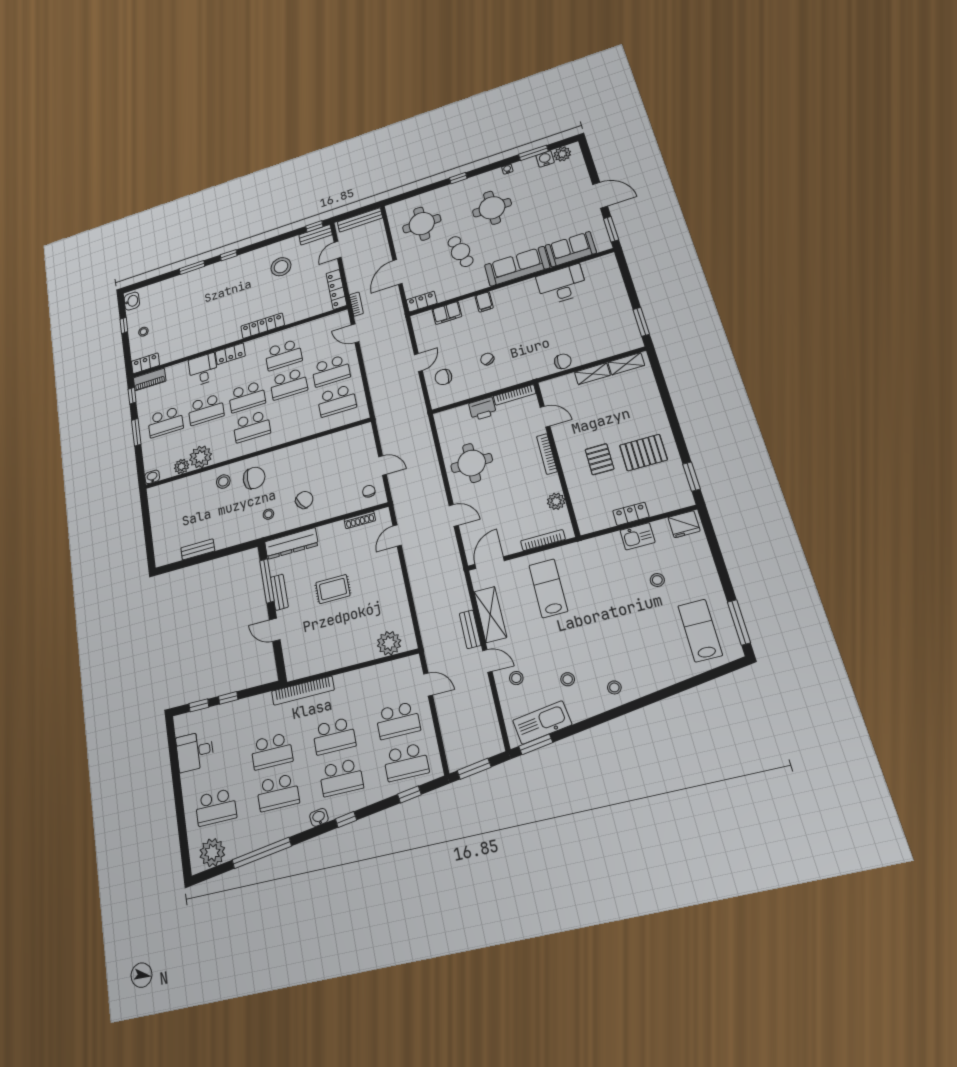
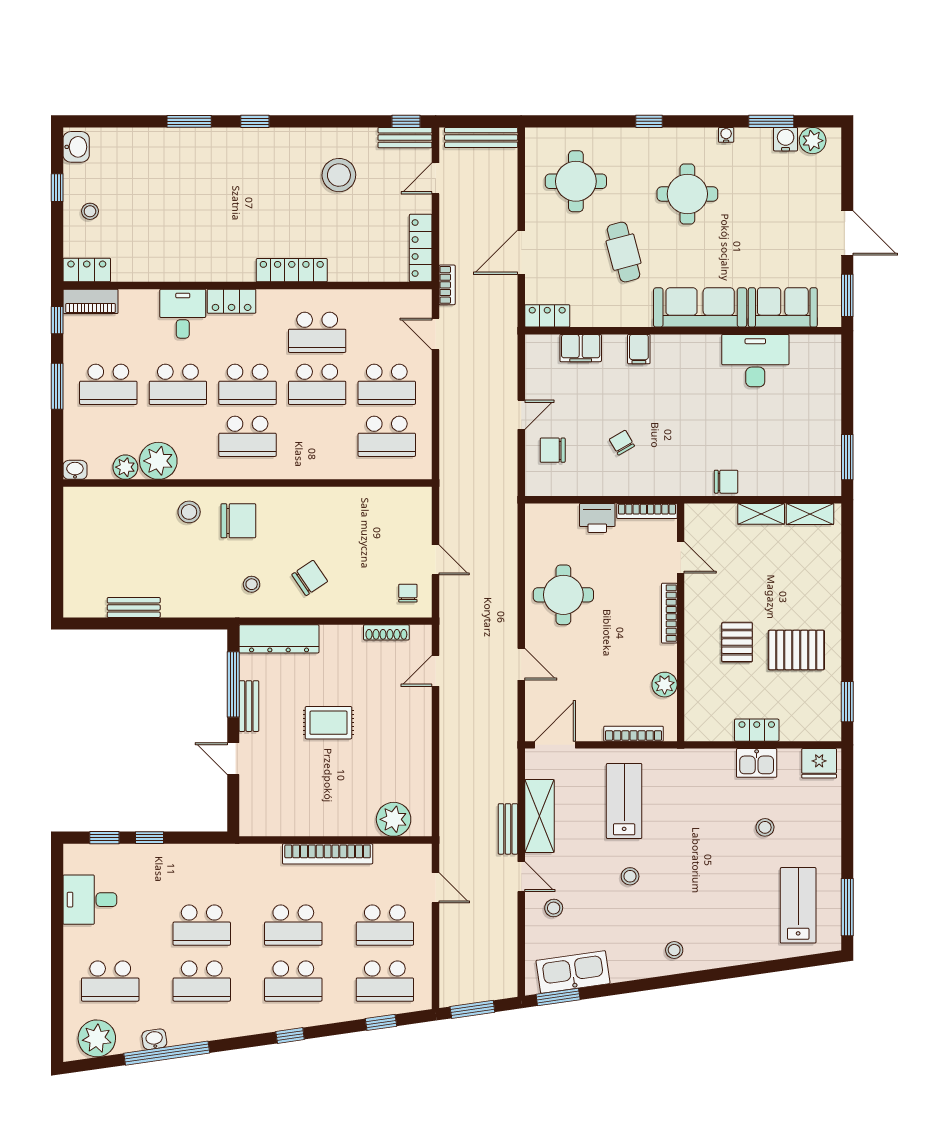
stool: (568, 679) -> (630, 876), moved
bookcase: (303, 691) -> (328, 854), moved
washbasin: (319, 817) -> (154, 1039), moved

